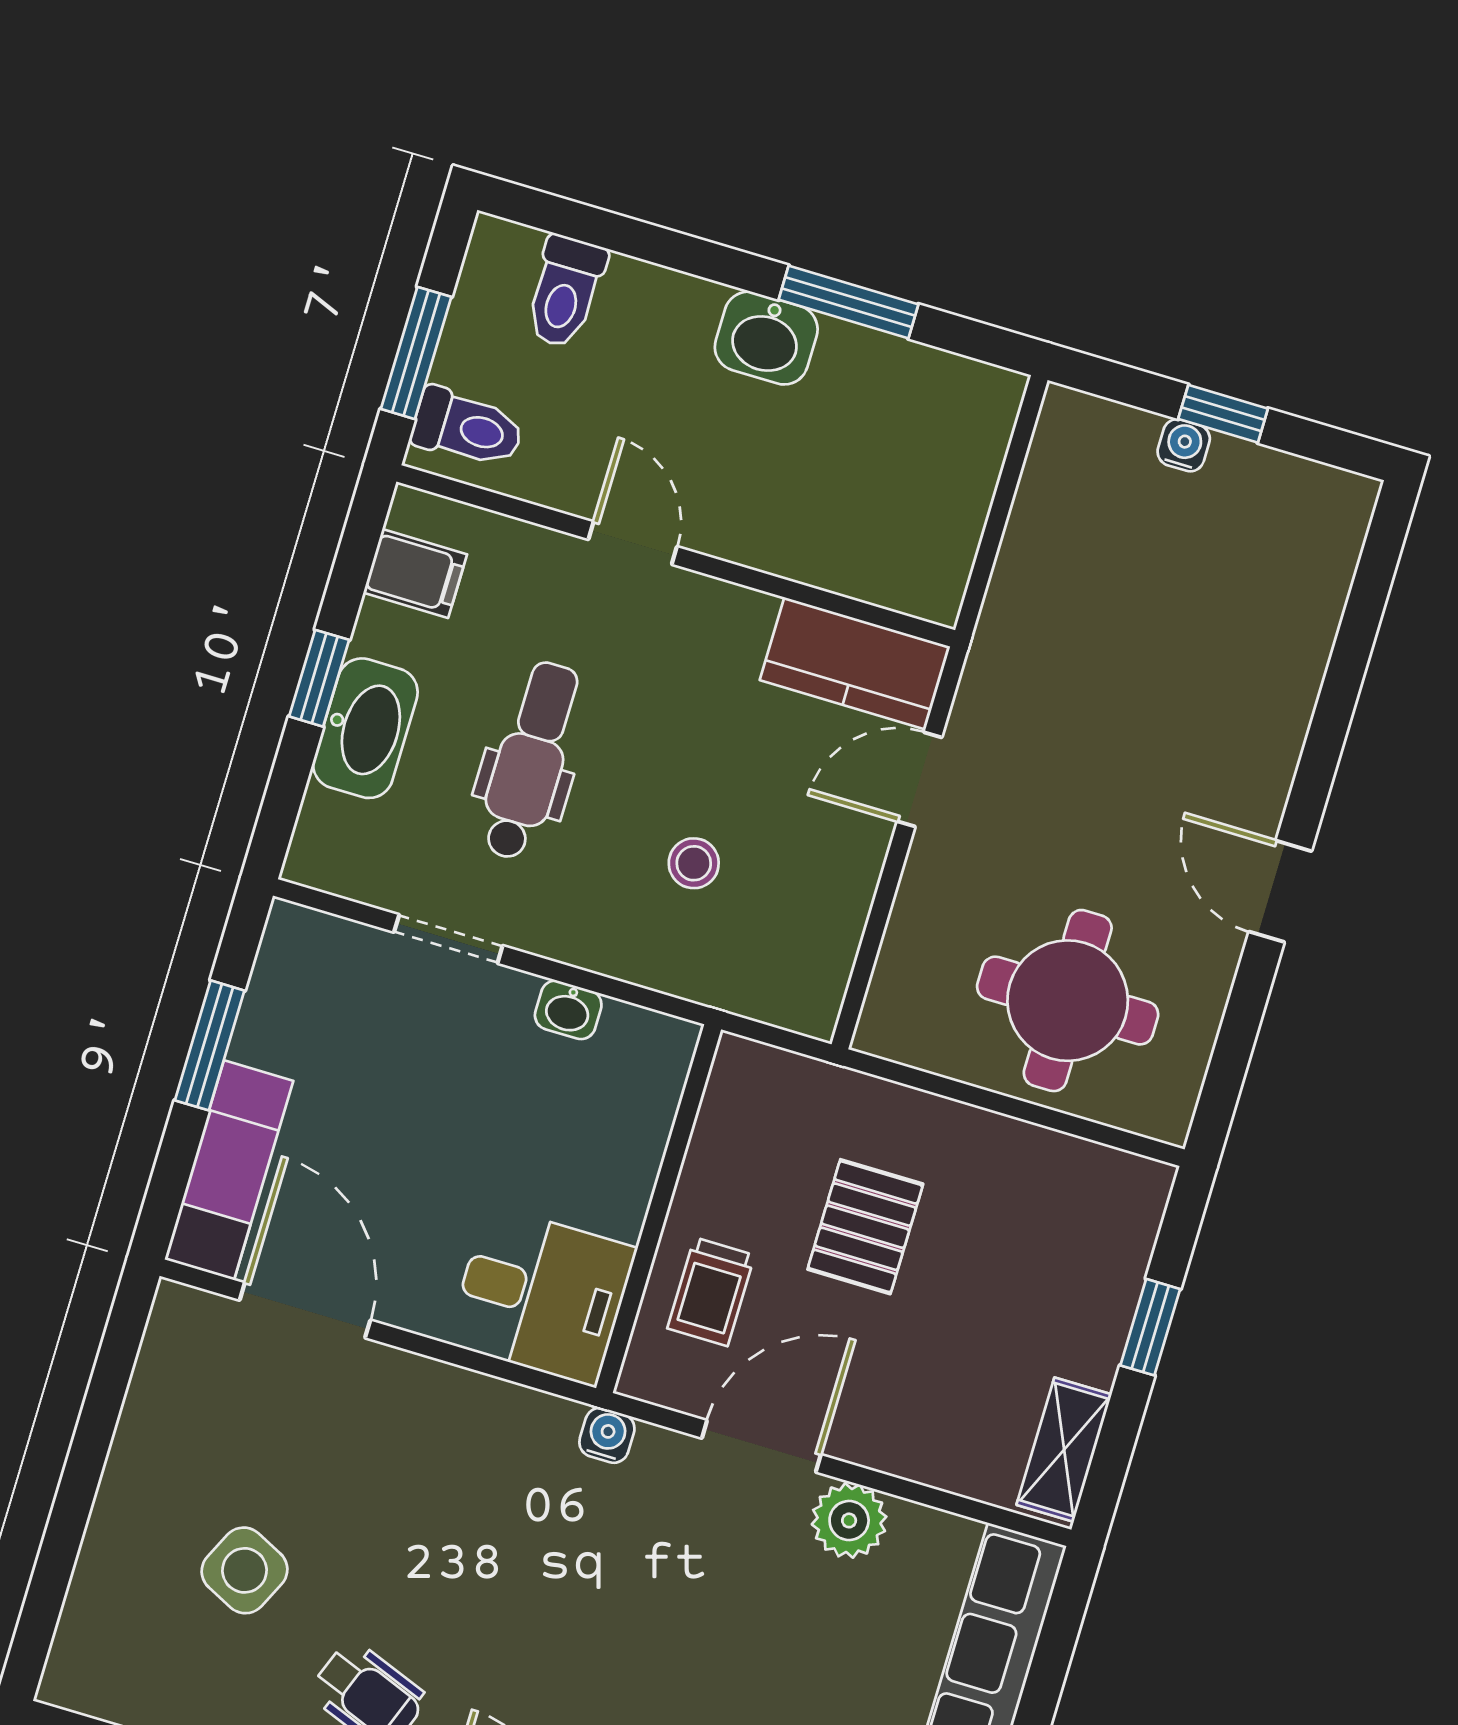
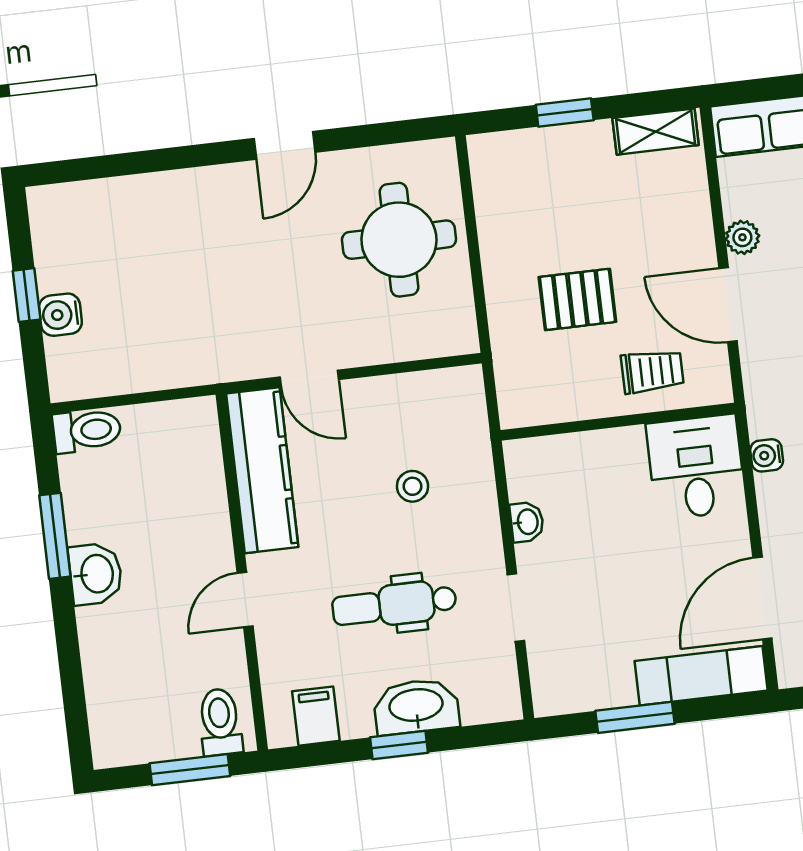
toilet: (565, 292) -> (87, 430), moved
water cooler: (1184, 445) -> (60, 315), width x1.38, depth x1.38
kitchen counter: (855, 663) -> (262, 470), width x1.50
water cooler: (607, 1435) -> (767, 455), moved
plant: (849, 1520) -> (742, 237), width x0.73, depth x0.73

